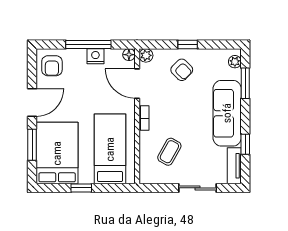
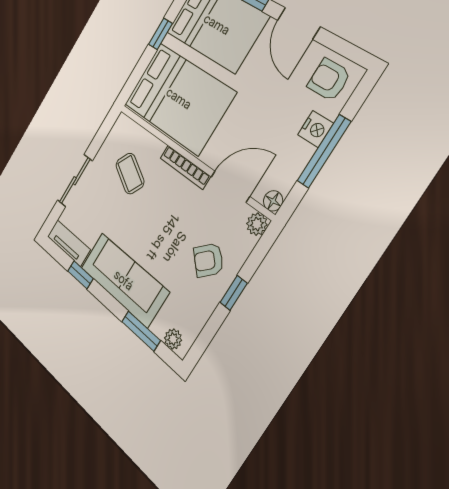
nightstand: (95, 56) -> (316, 129), moved
bookcase: (144, 118) -> (185, 167), width x1.56
bed: (110, 149) -> (179, 98), width x1.50

